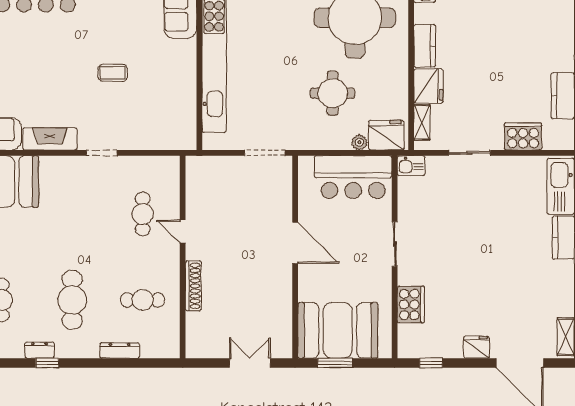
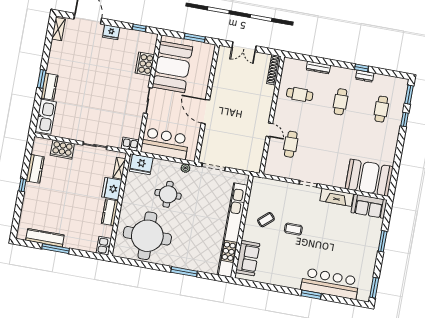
coffee table: (161, 80) -> (266, 220), added
plant: (359, 142) -> (185, 168), moved
shoe rack: (193, 286) -> (274, 70), moved
cafe table: (72, 300) -> (340, 102), width x0.73, depth x0.74
booth: (338, 330) -> (172, 67), moved, turned 90

